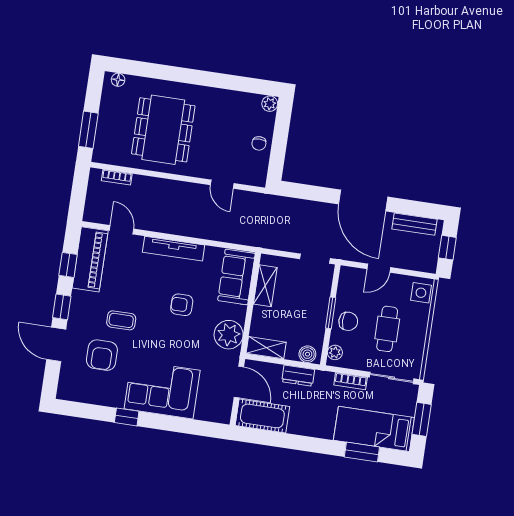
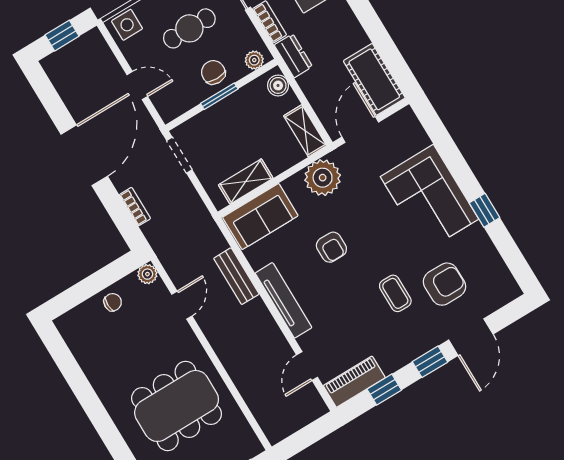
plant: (270, 104) -> (147, 274), moved
bookcase: (117, 177) -> (135, 207), moved
bench: (415, 224) -> (236, 276), moved
piano: (90, 259) -> (354, 382), width x0.73, depth x0.75
dresser: (298, 376) -> (293, 56), moved

